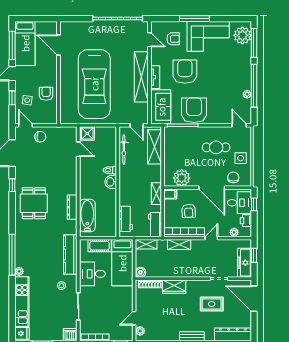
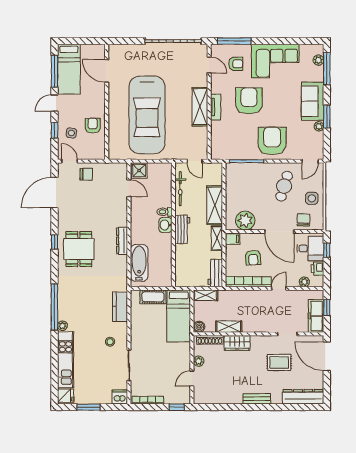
window: (194, 19) -> (234, 41), moved
plant: (242, 35) -> (318, 60), width x0.53, depth x0.53
shelving: (141, 77) -> (200, 107), width x0.68
window: (254, 86) -> (327, 117), width x0.47
sofa: (161, 107) -> (313, 101), moved, turned 180
armchair: (194, 110) -> (272, 141), moved
door: (239, 125) -> (310, 161), swing flipped
shelving: (154, 147) -> (215, 205), moved
cafe table: (216, 147) -> (284, 186), turned -73
window: (12, 185) -> (55, 242), moved
dresser: (72, 207) -> (122, 241), moved
workbench: (126, 219) -> (182, 229), moved
shelving: (179, 245) -> (229, 327), moved
kitchen counter: (70, 254) -> (120, 307), width x0.67
desk: (92, 274) -> (145, 329), removed
plant: (140, 331) -> (199, 361), moved

